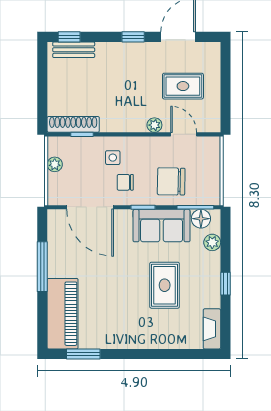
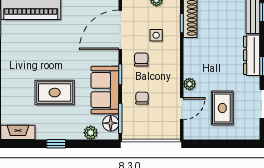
dresser: (120, 51) -> (252, 55), added
side table: (113, 158) -> (156, 35), moved
chair: (171, 181) -> (142, 98), width x0.54, depth x0.54

